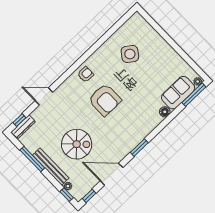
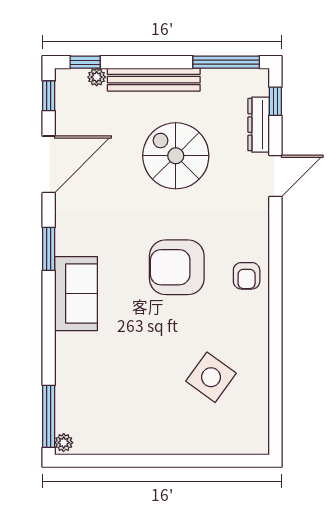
sofa: (178, 93) -> (76, 294), moved
floor lamp: (165, 112) -> (66, 344), removed
dresser: (23, 127) -> (259, 125), moved
spiral stairs: (77, 144) -> (176, 156), moved, turned 90
window: (32, 159) -> (226, 62), moved

